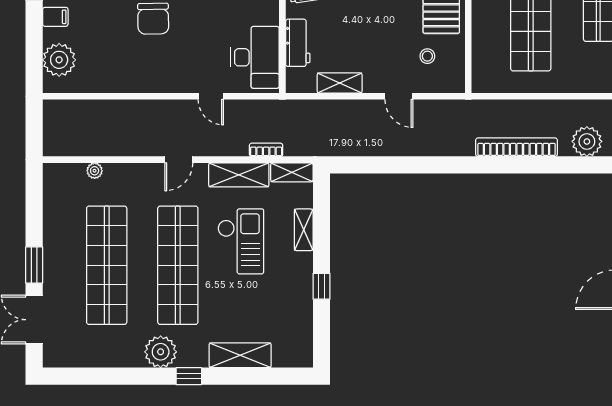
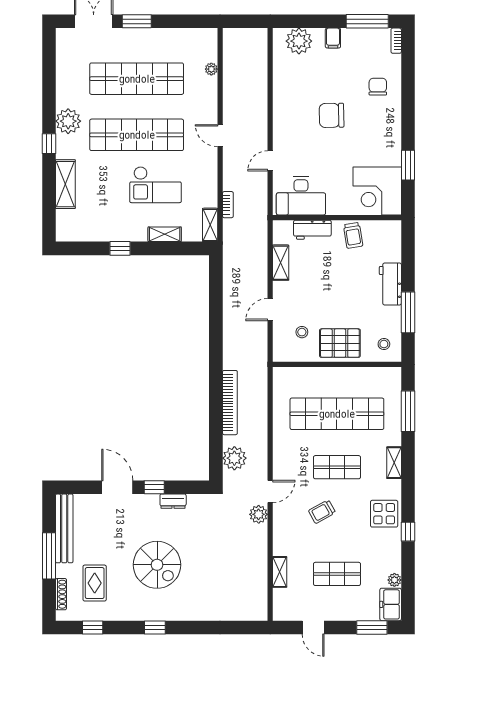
shelving: (239, 175) -> (208, 183), removed

